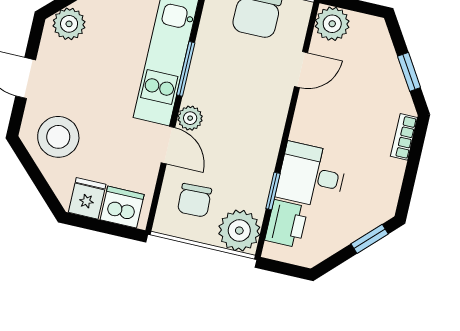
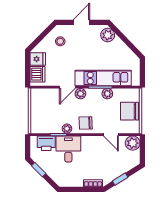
plant: (204, 56) -> (107, 94), added
stool: (58, 137) -> (60, 41), width x0.53, depth x0.53
chair: (195, 200) -> (86, 123), moved
plant: (239, 231) -> (67, 129), moved, width x0.53, depth x0.53
window: (370, 239) -> (39, 170), moved

